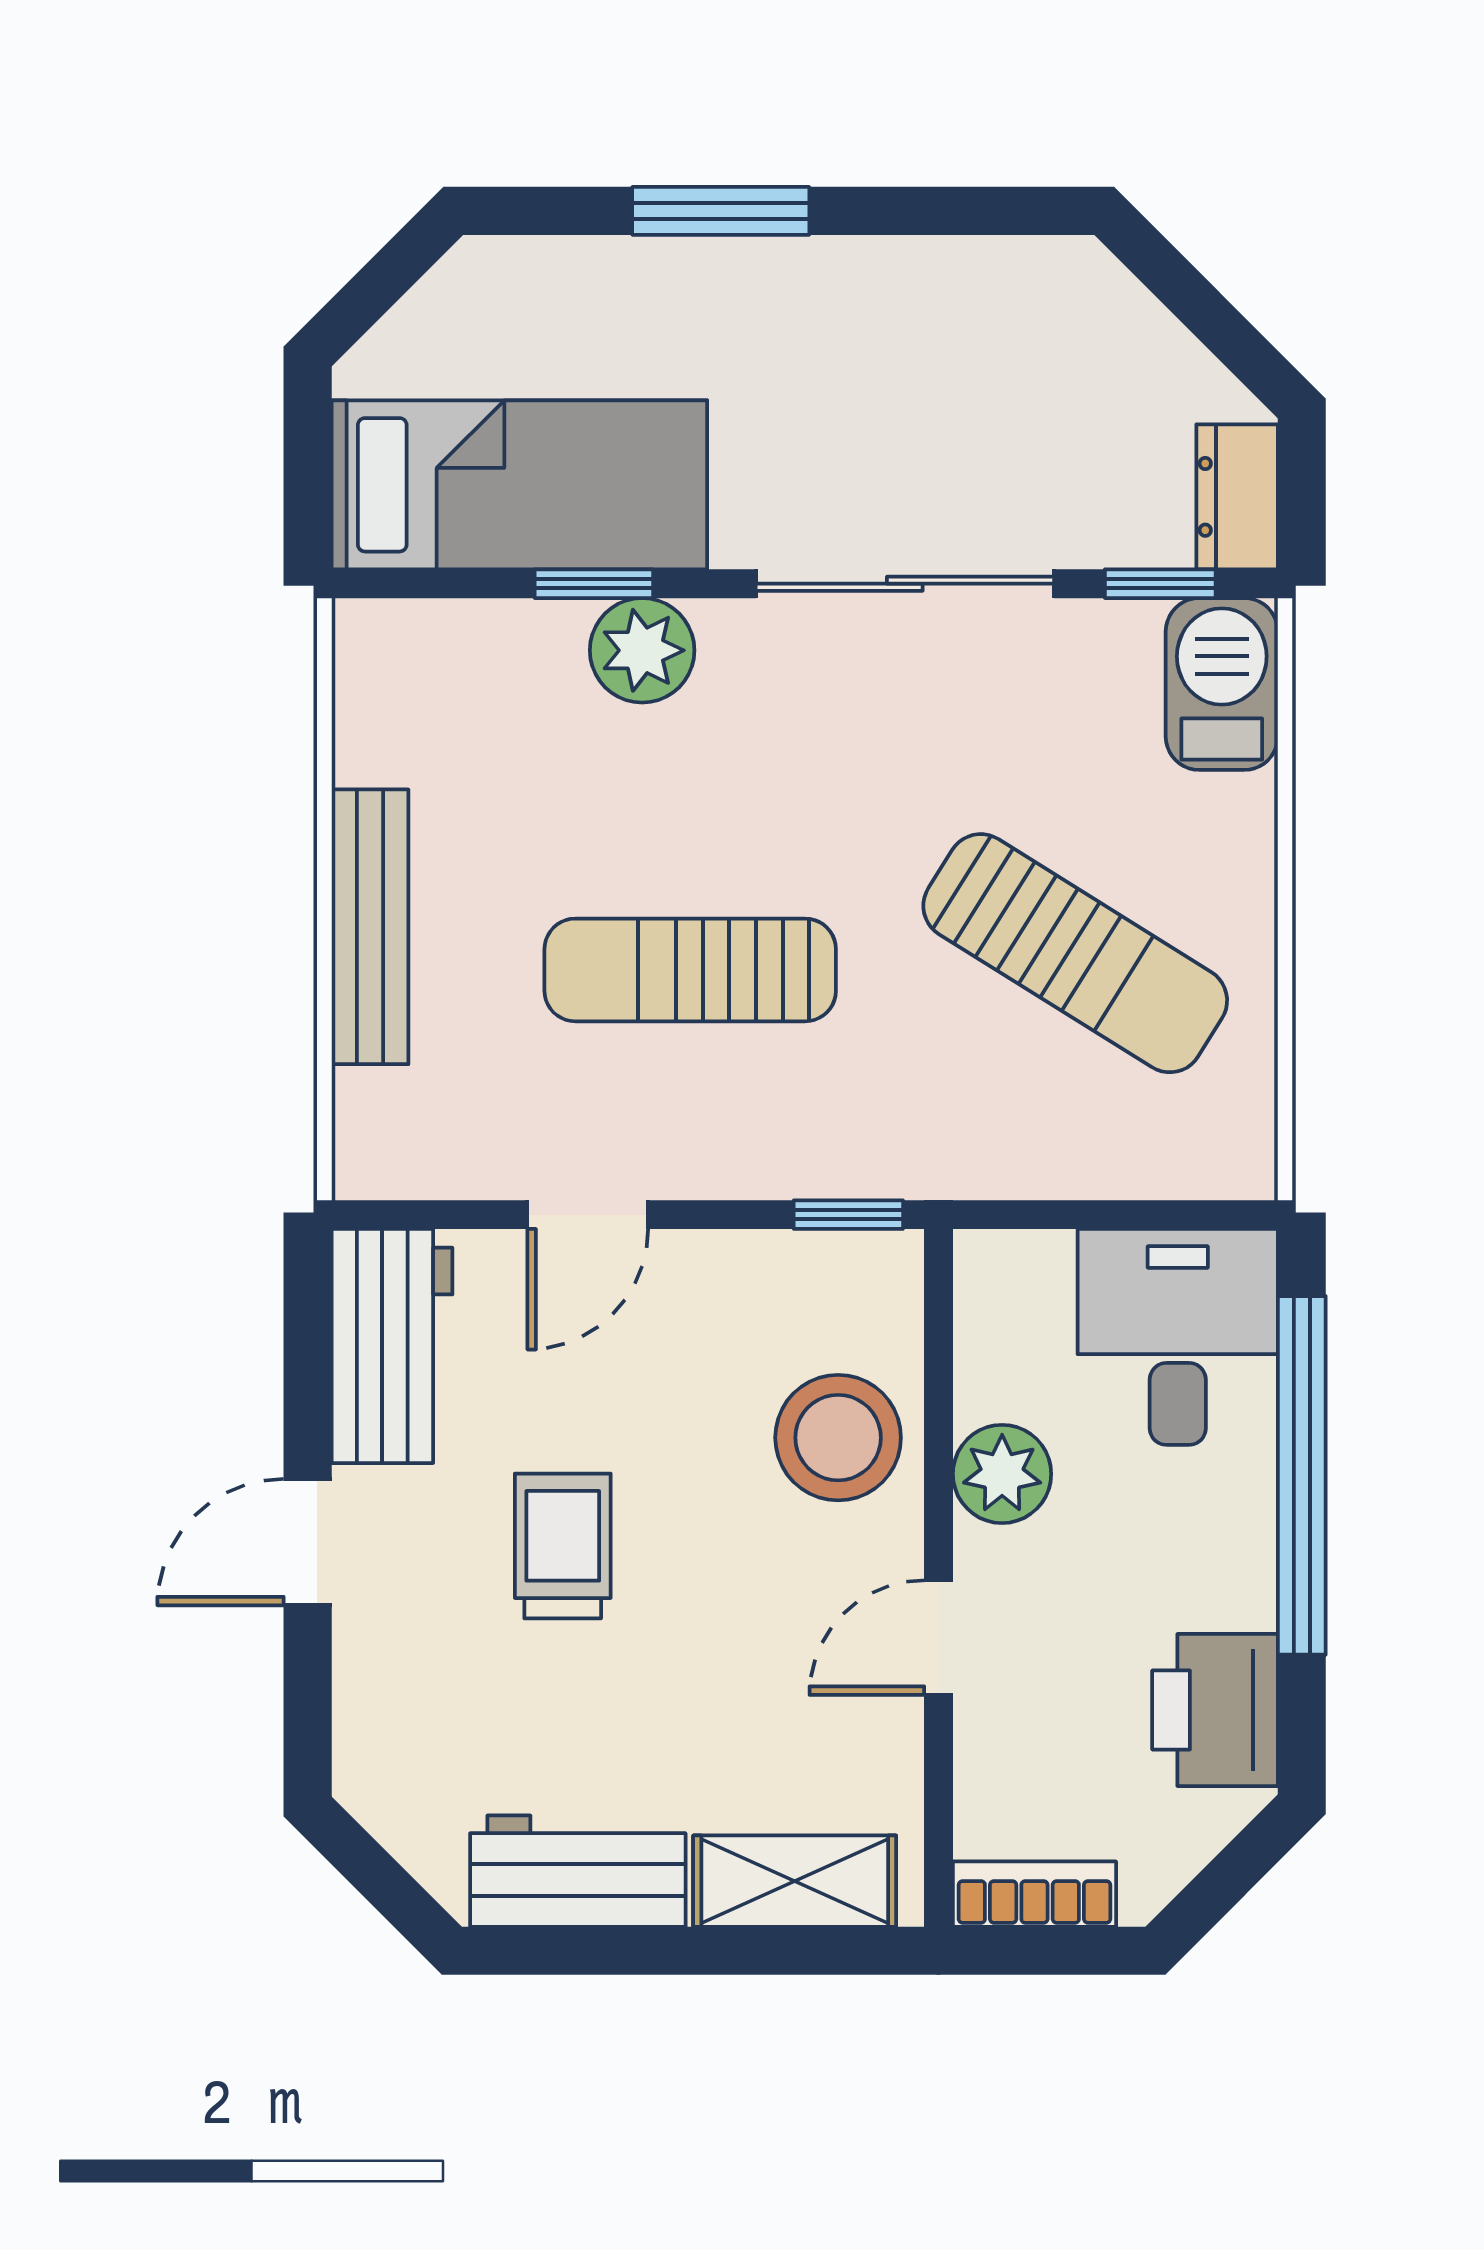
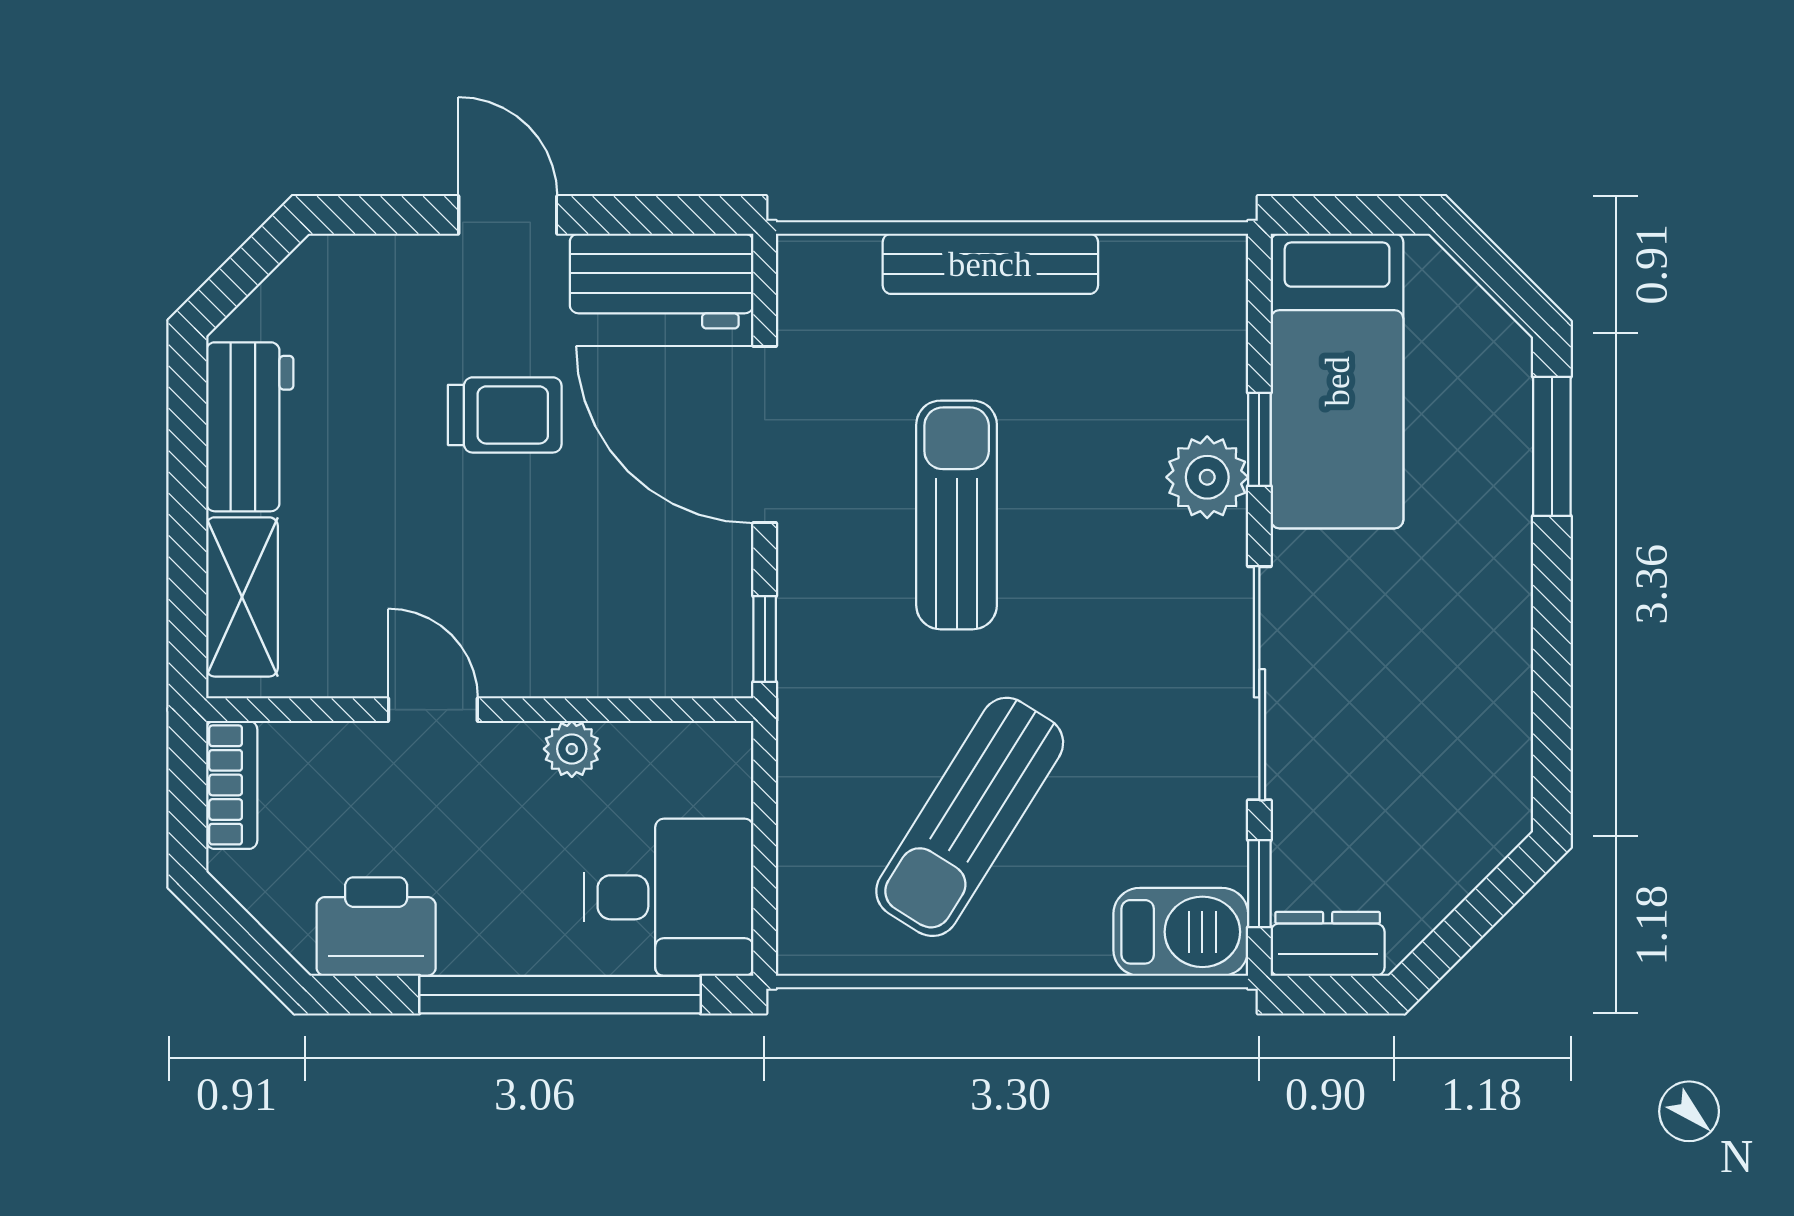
window: (721, 211) -> (1552, 446), moved
door: (588, 1215) -> (765, 435), width x1.88
stool: (838, 1438) -> (590, 631), removed
plant: (1002, 1474) -> (572, 749), width x0.73, depth x0.73

